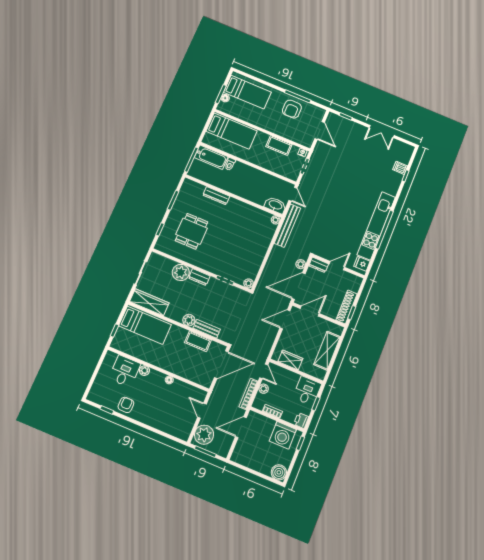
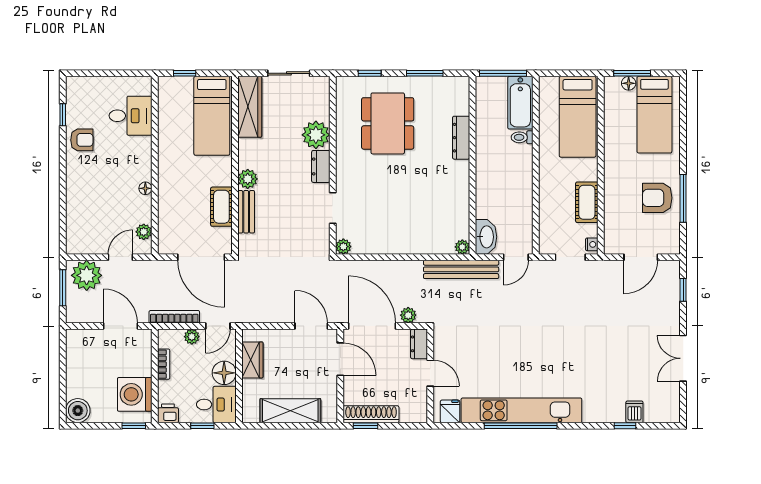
dining table: (192, 231) -> (388, 123), width x1.38
plant: (144, 371) -> (144, 232), moved
floor lamp: (291, 379) -> (224, 373), added

